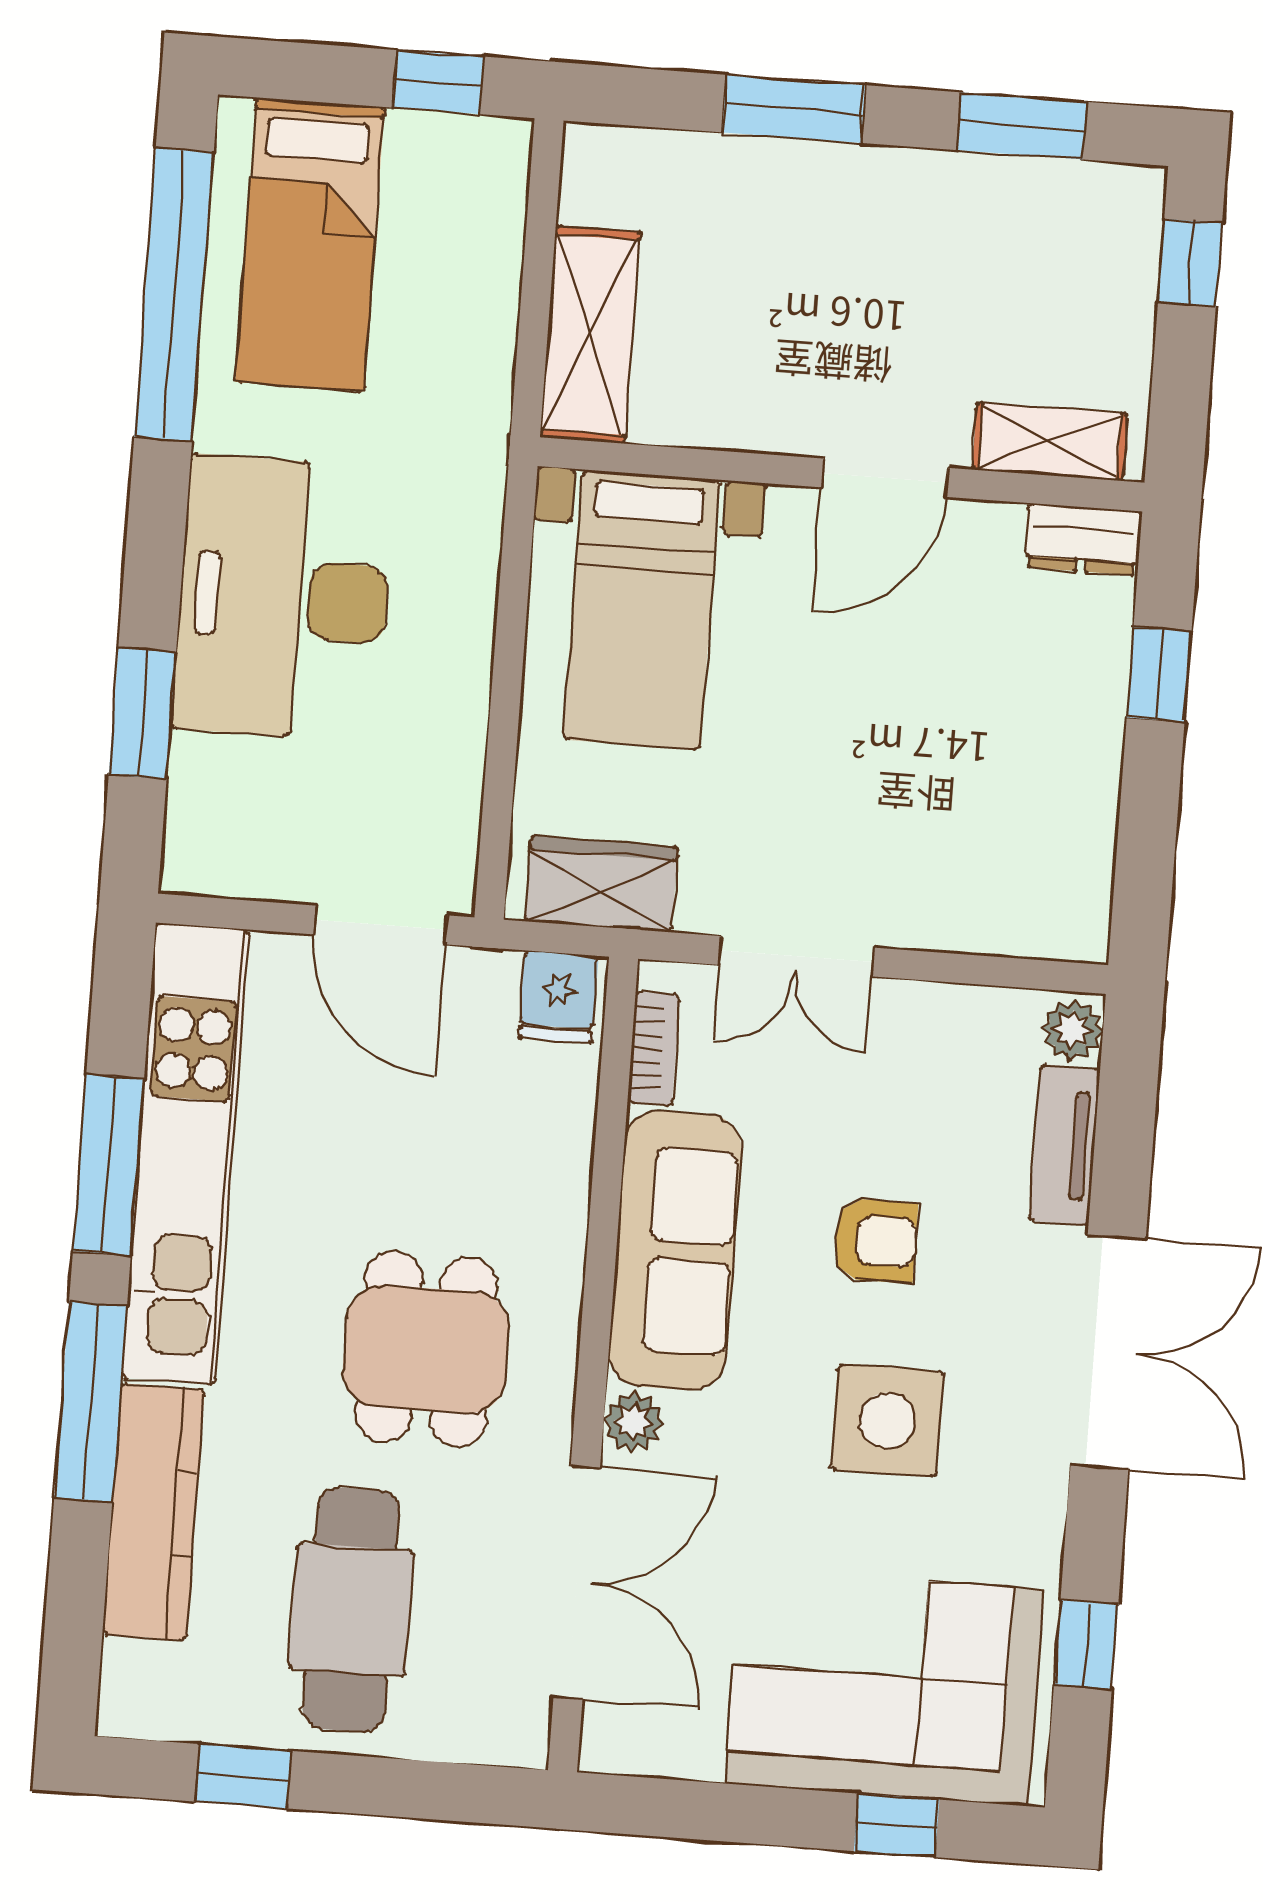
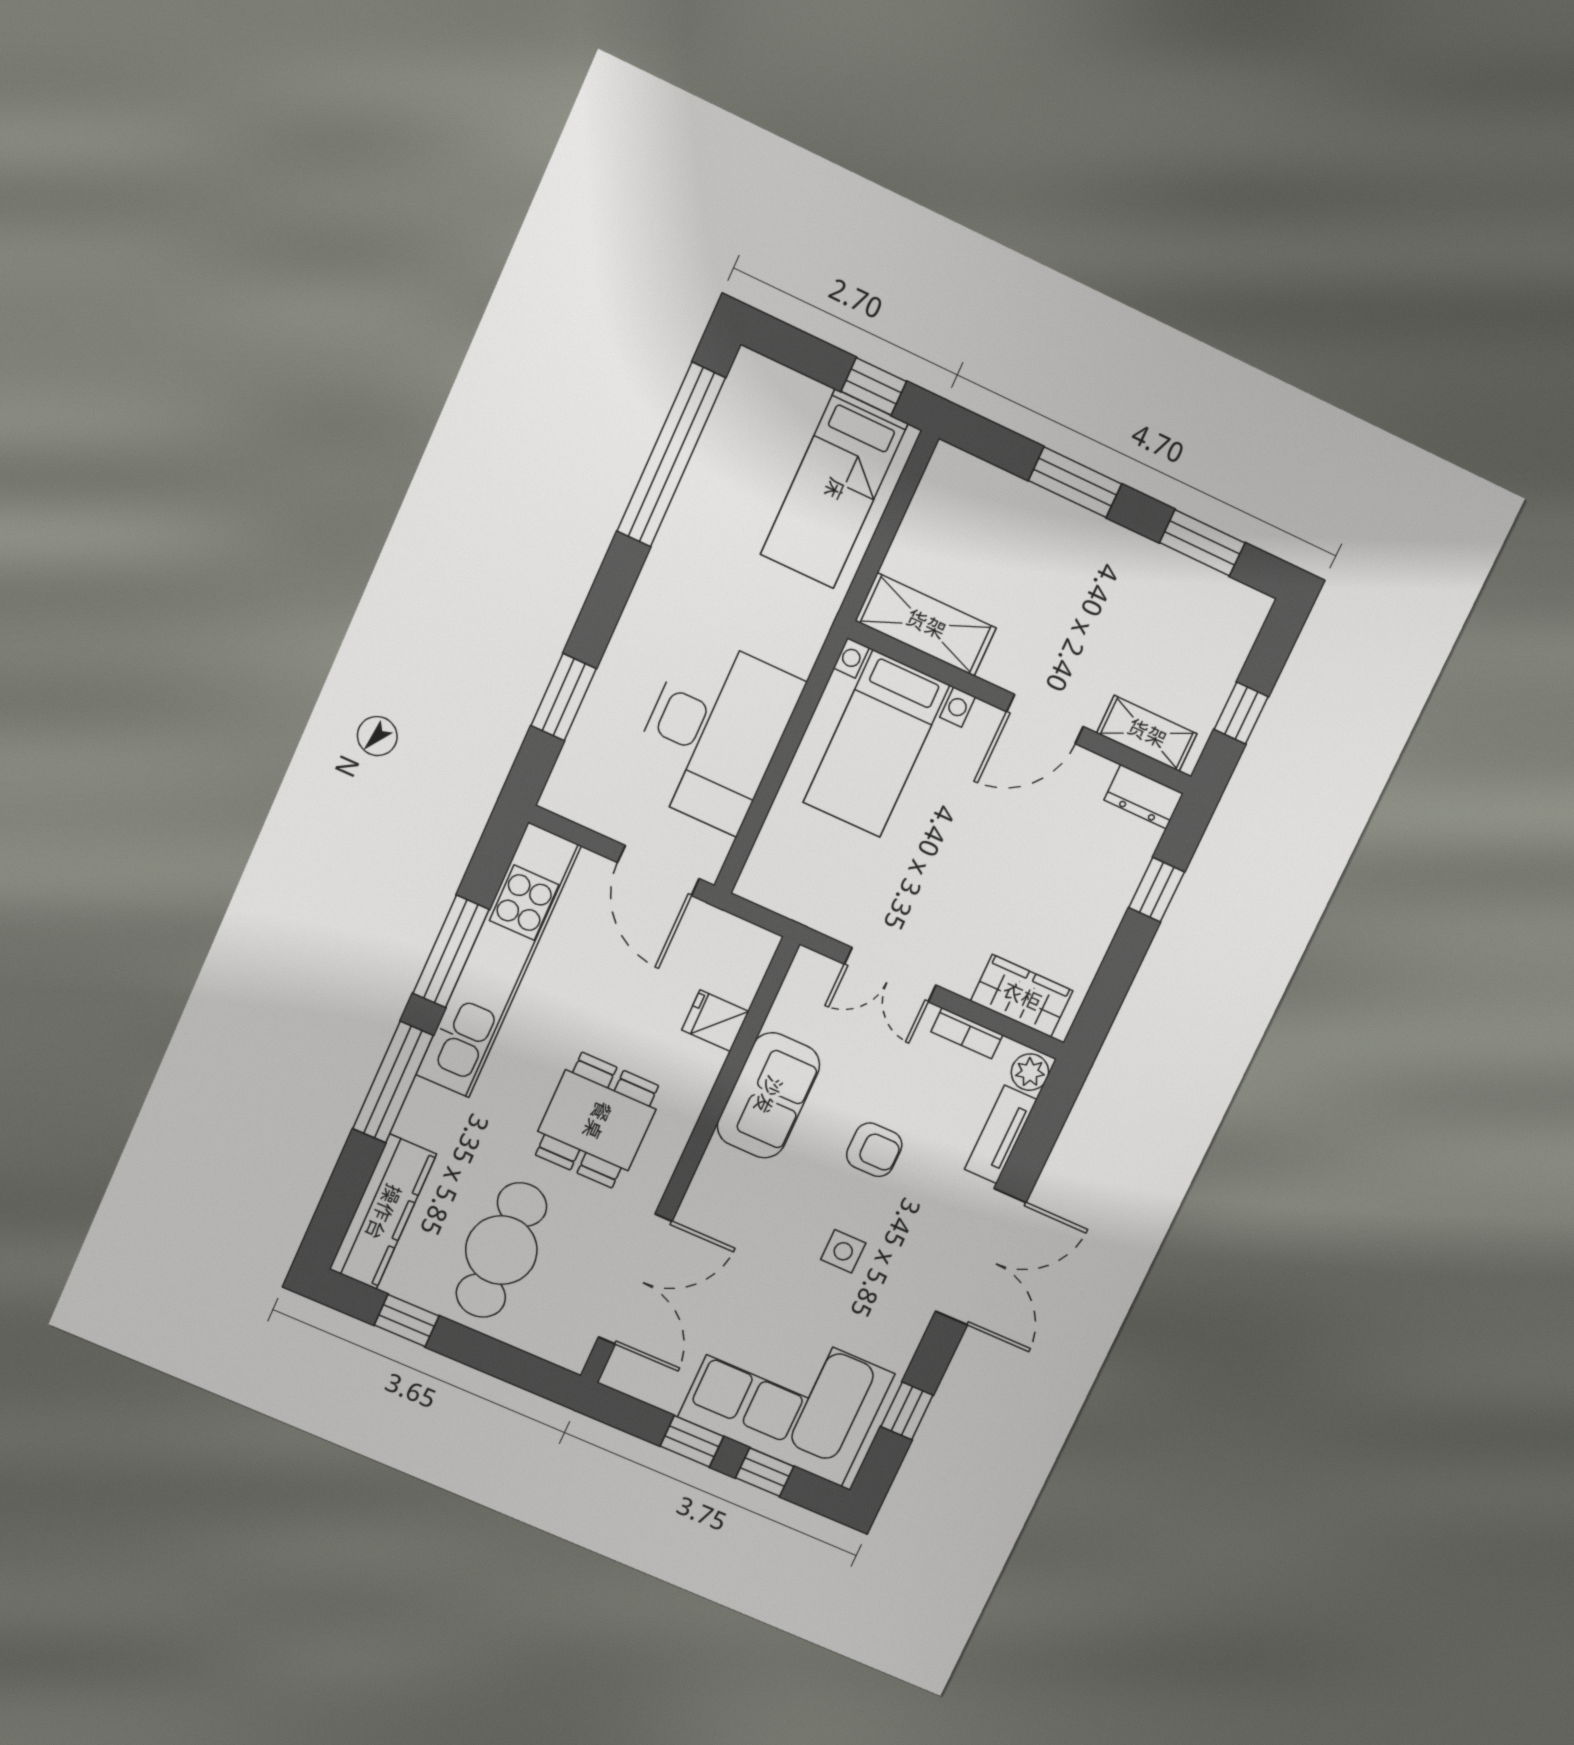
bed: (310, 244) -> (834, 489), moved
window: (1190, 263) -> (1241, 713), moved
shelving: (590, 335) -> (926, 624), moved, turned 90
desk: (284, 598) -> (714, 733), moved, turned 180
wardrobe: (601, 884) -> (1022, 996), moved
fridge: (558, 997) -> (715, 1021), moved, turned 90
bookcase: (654, 1049) -> (967, 1033), moved, turned 90
sofa: (675, 1250) -> (768, 1095), width x0.73
side table: (887, 1420) -> (843, 1251), width x0.54, depth x0.54
plant: (633, 1422) -> (700, 1202), removed
kitchen counter: (153, 1512) -> (383, 1212), moved
window: (762, 1815) -> (692, 1441), added

